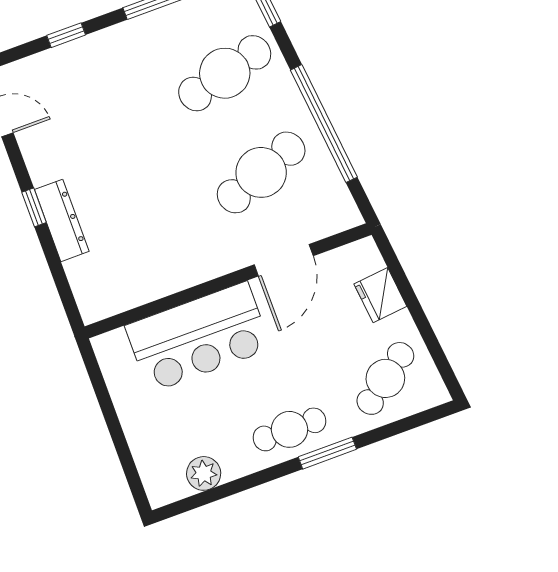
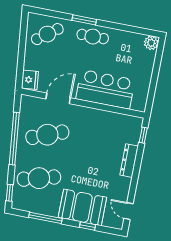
booth: (100, 67) -> (82, 207), added
window: (34, 207) -> (143, 135), moved
fridge: (380, 295) -> (30, 80), moved
plant: (204, 473) -> (151, 43), moved

